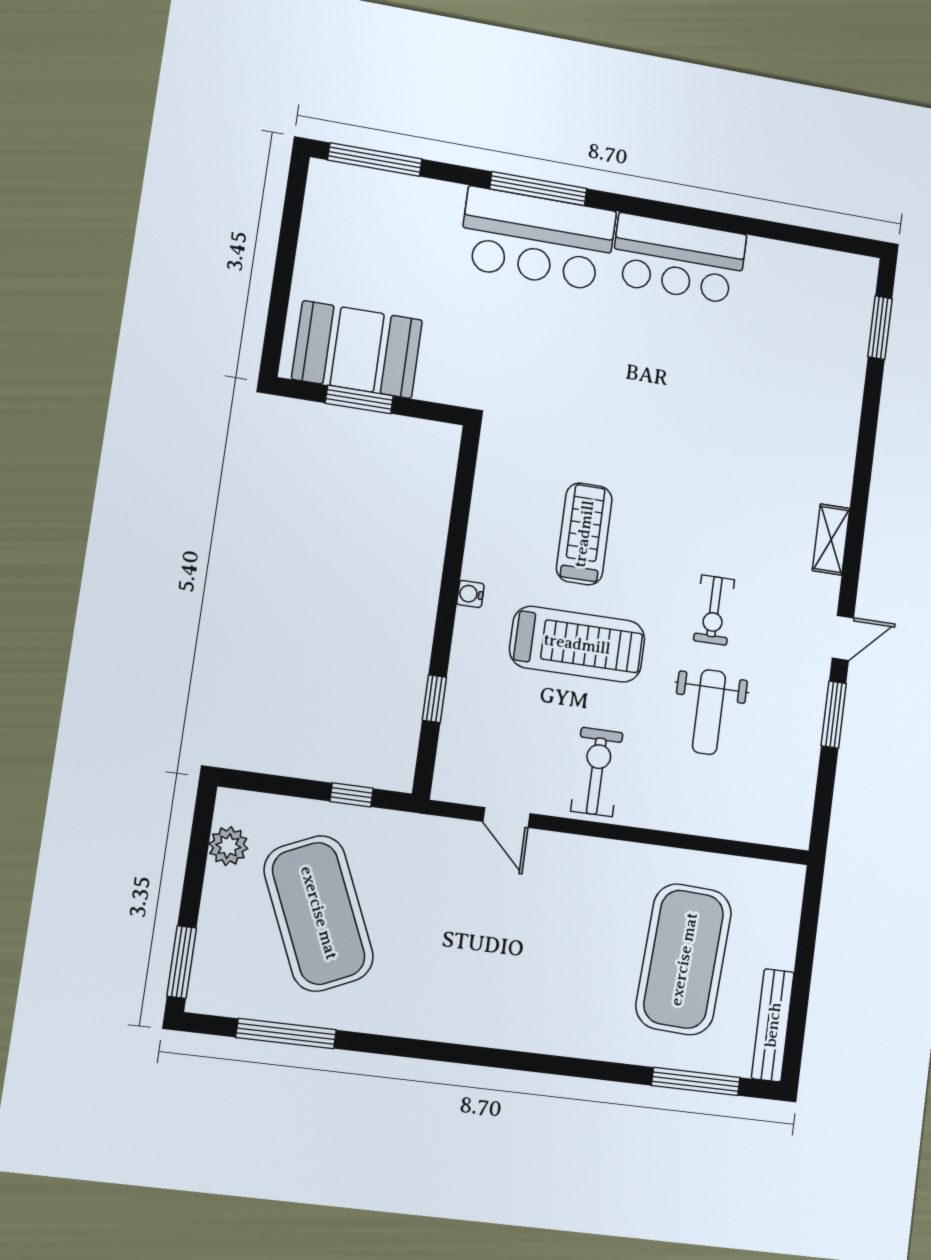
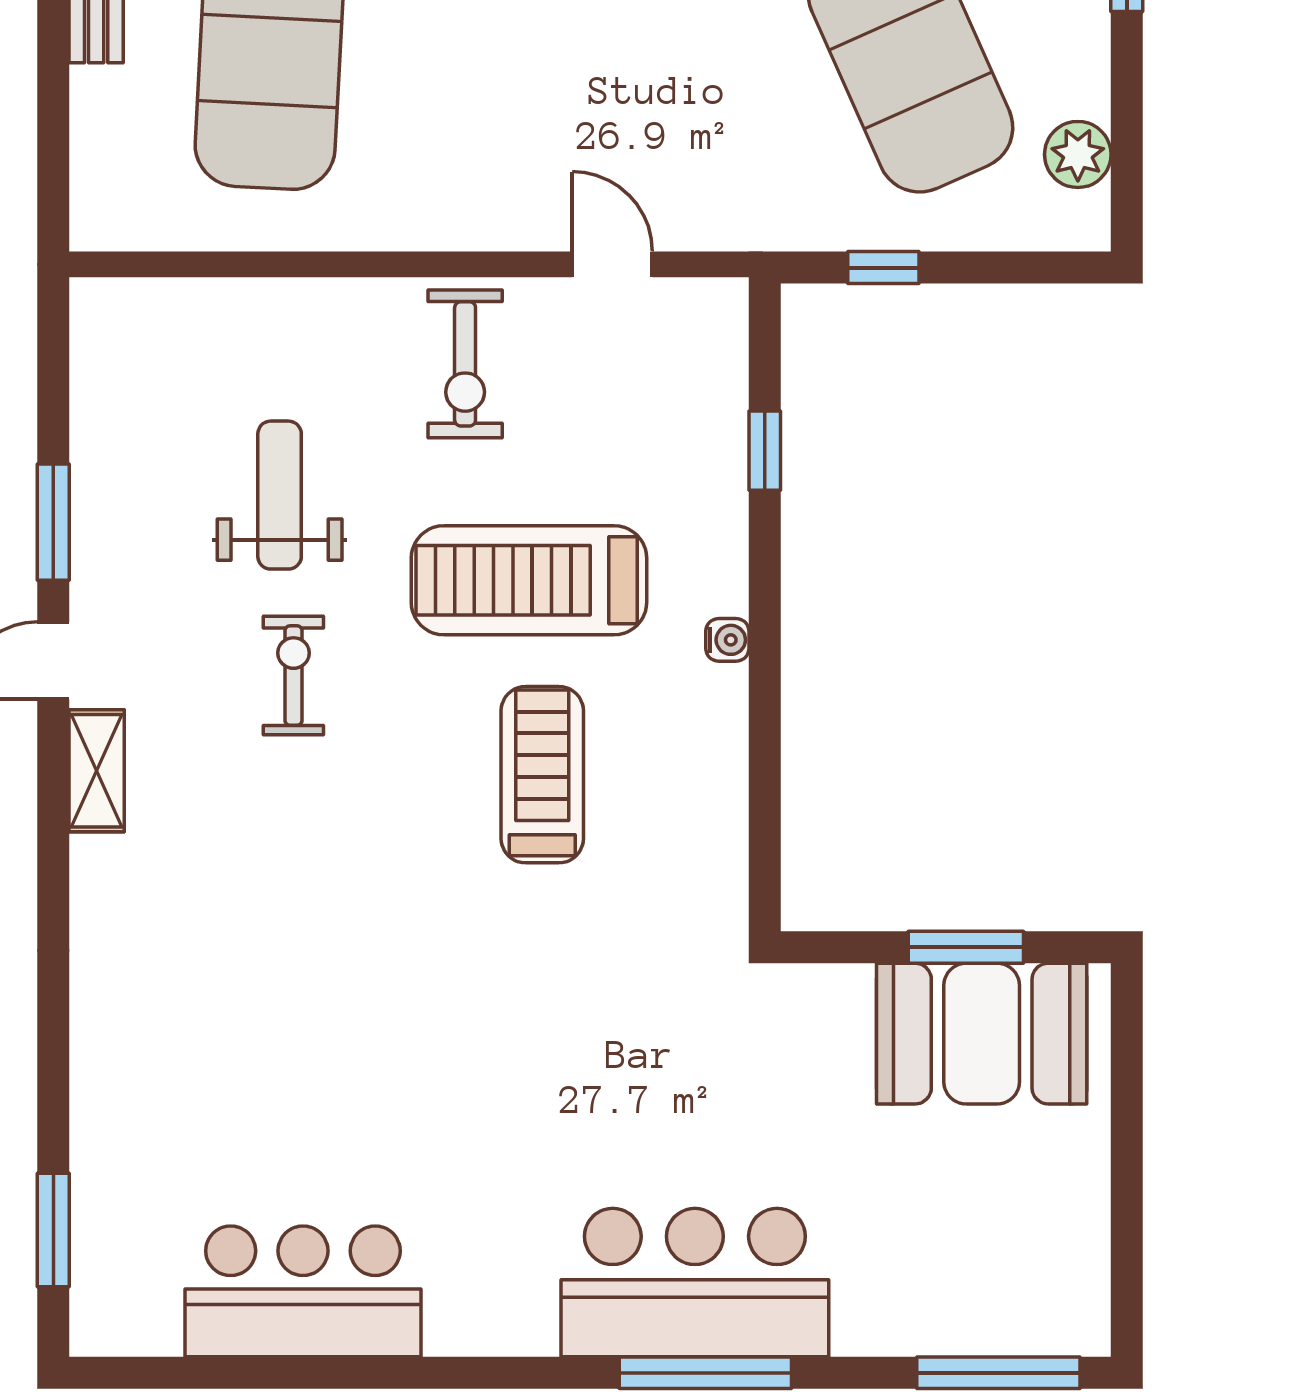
bar counter: (679, 259) -> (303, 1291), moved
treadmill: (584, 534) -> (542, 775), turned 180
shelving: (831, 539) -> (97, 771), moved

